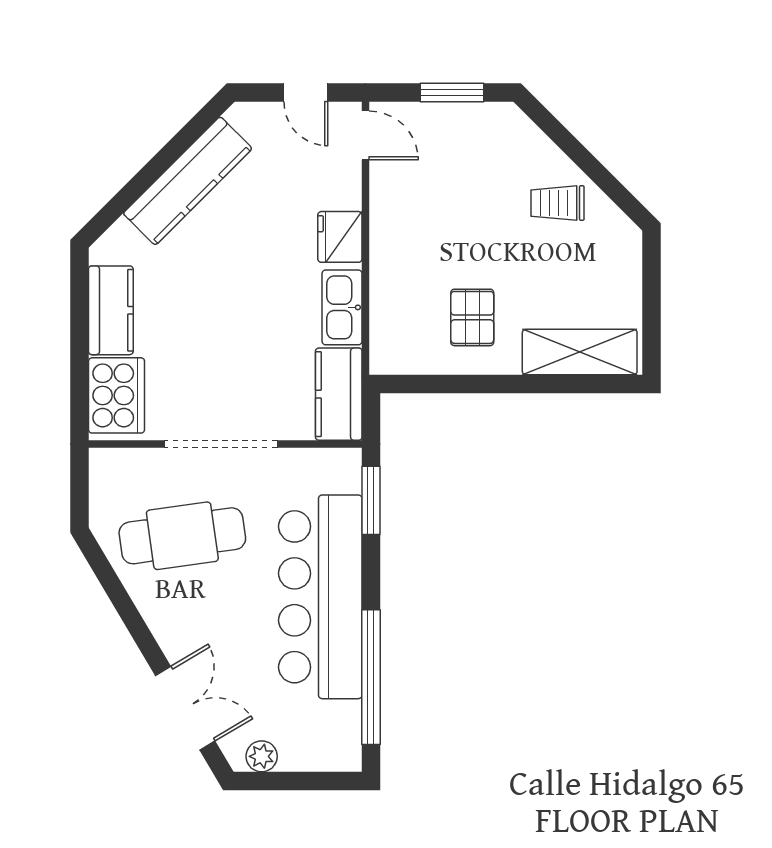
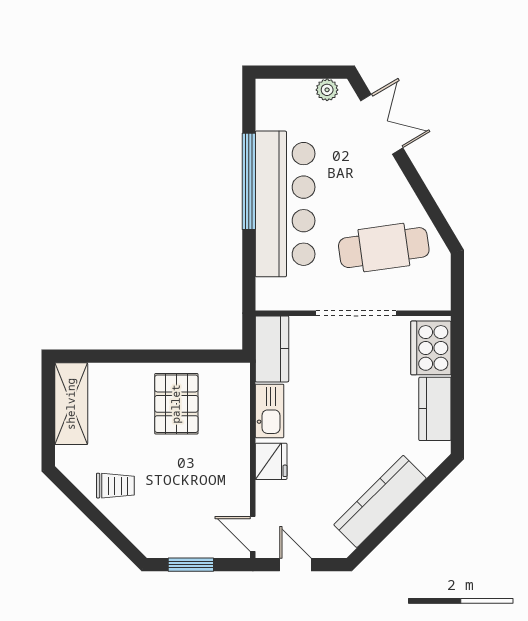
pallet: (472, 317) -> (176, 404), width x1.50, depth x1.42
shelving: (580, 352) -> (71, 404), moved, turned 90
window: (371, 500) -> (249, 273), removed
window: (371, 677) -> (249, 181), moved
double door: (185, 708) -> (382, 124), swing flipped

